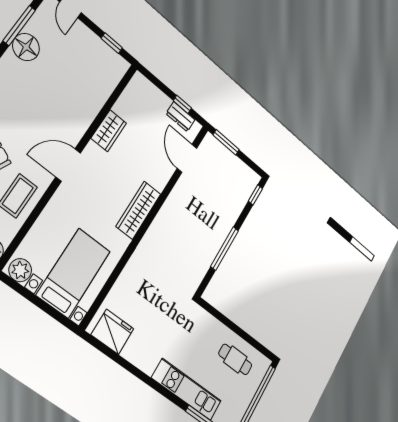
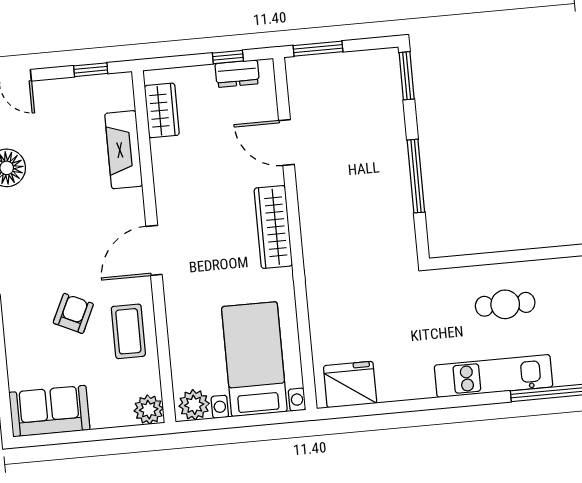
fireplace: (95, 98) -> (124, 150), added
wardrobe: (109, 131) -> (162, 110), moved
door: (187, 158) -> (287, 143), moved
window: (255, 195) -> (407, 76), width x1.50
cafe table: (235, 359) -> (505, 304), moved

